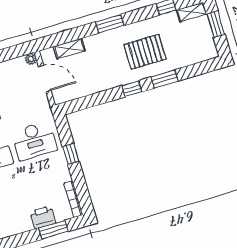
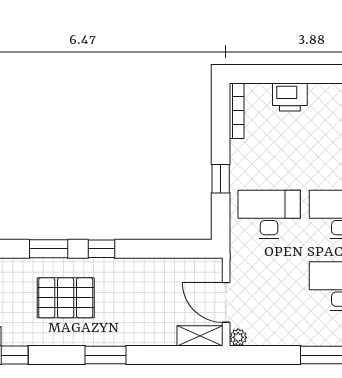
shelving: (69, 49) -> (200, 336), moved
window: (53, 230) -> (280, 74), removed

